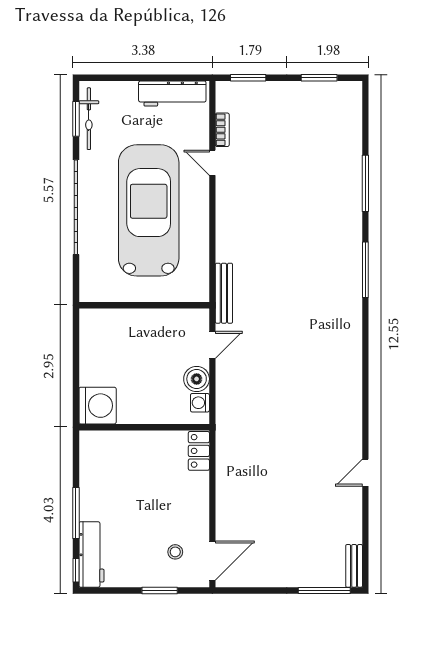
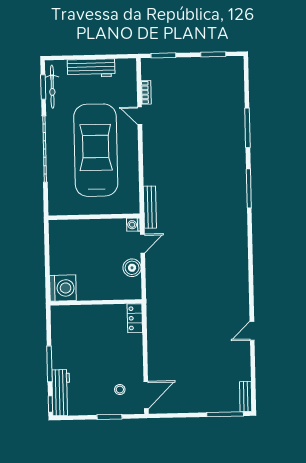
workbench: (172, 94) -> (91, 68), moved
washing machine: (200, 403) -> (133, 225), moved

